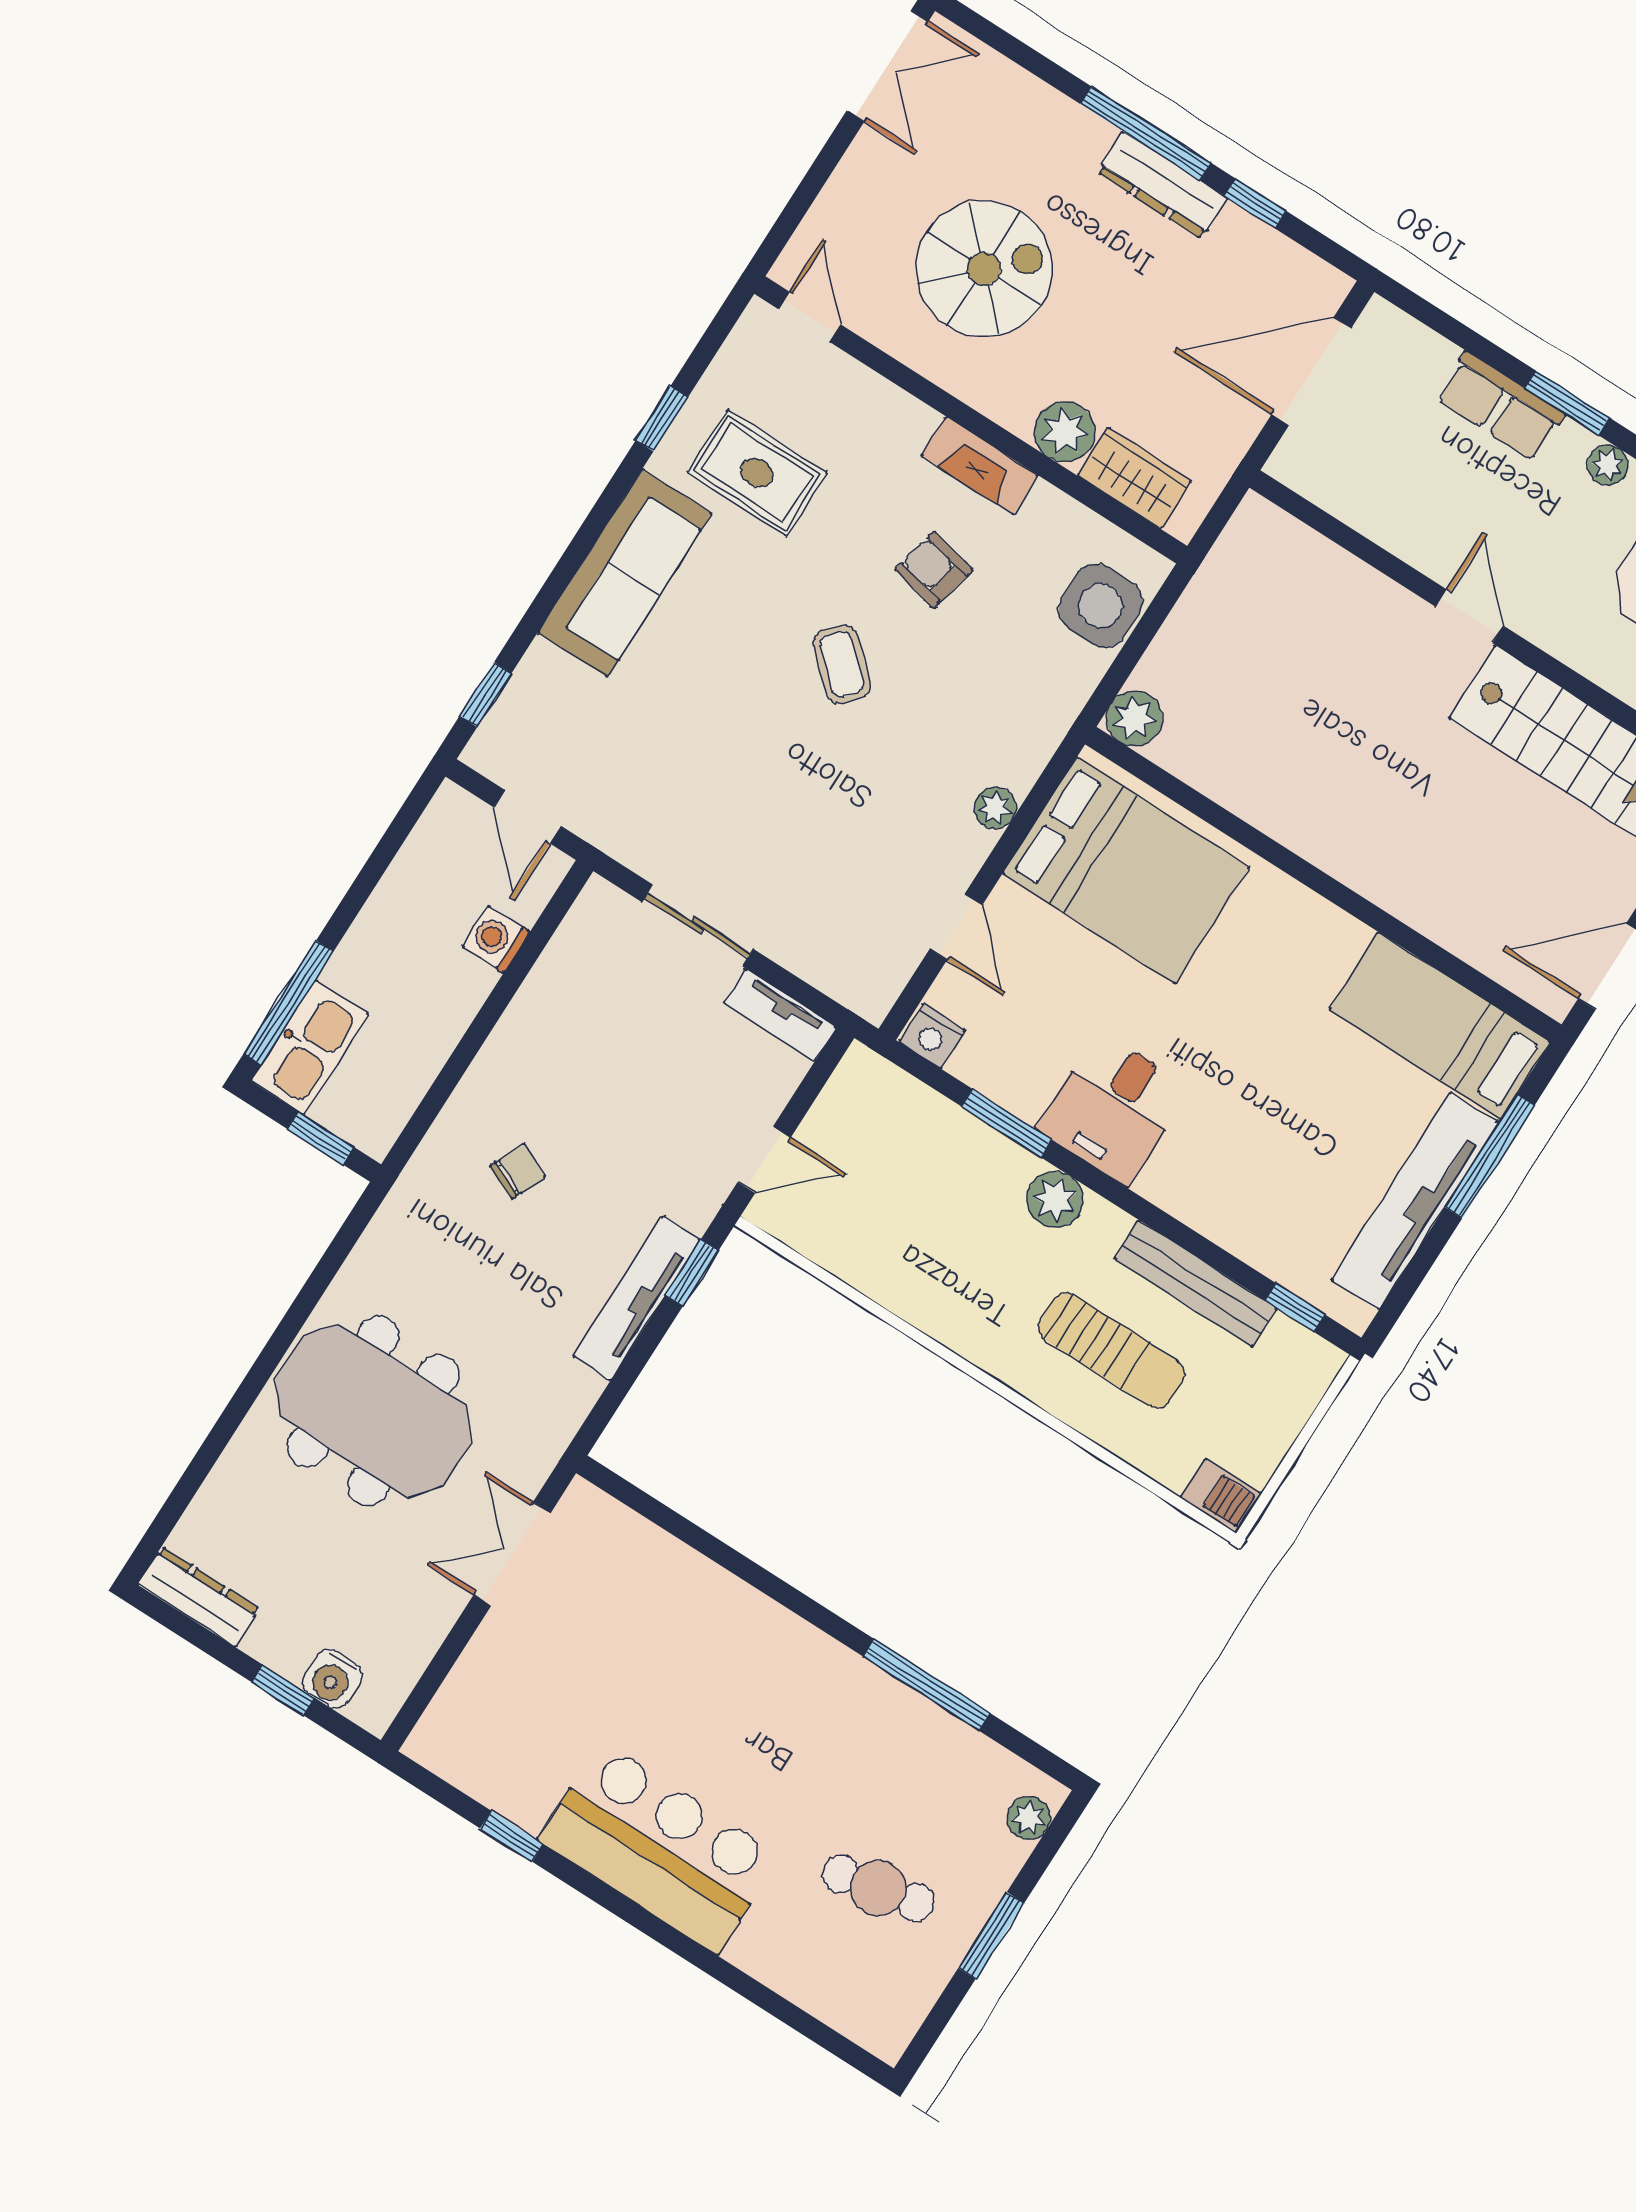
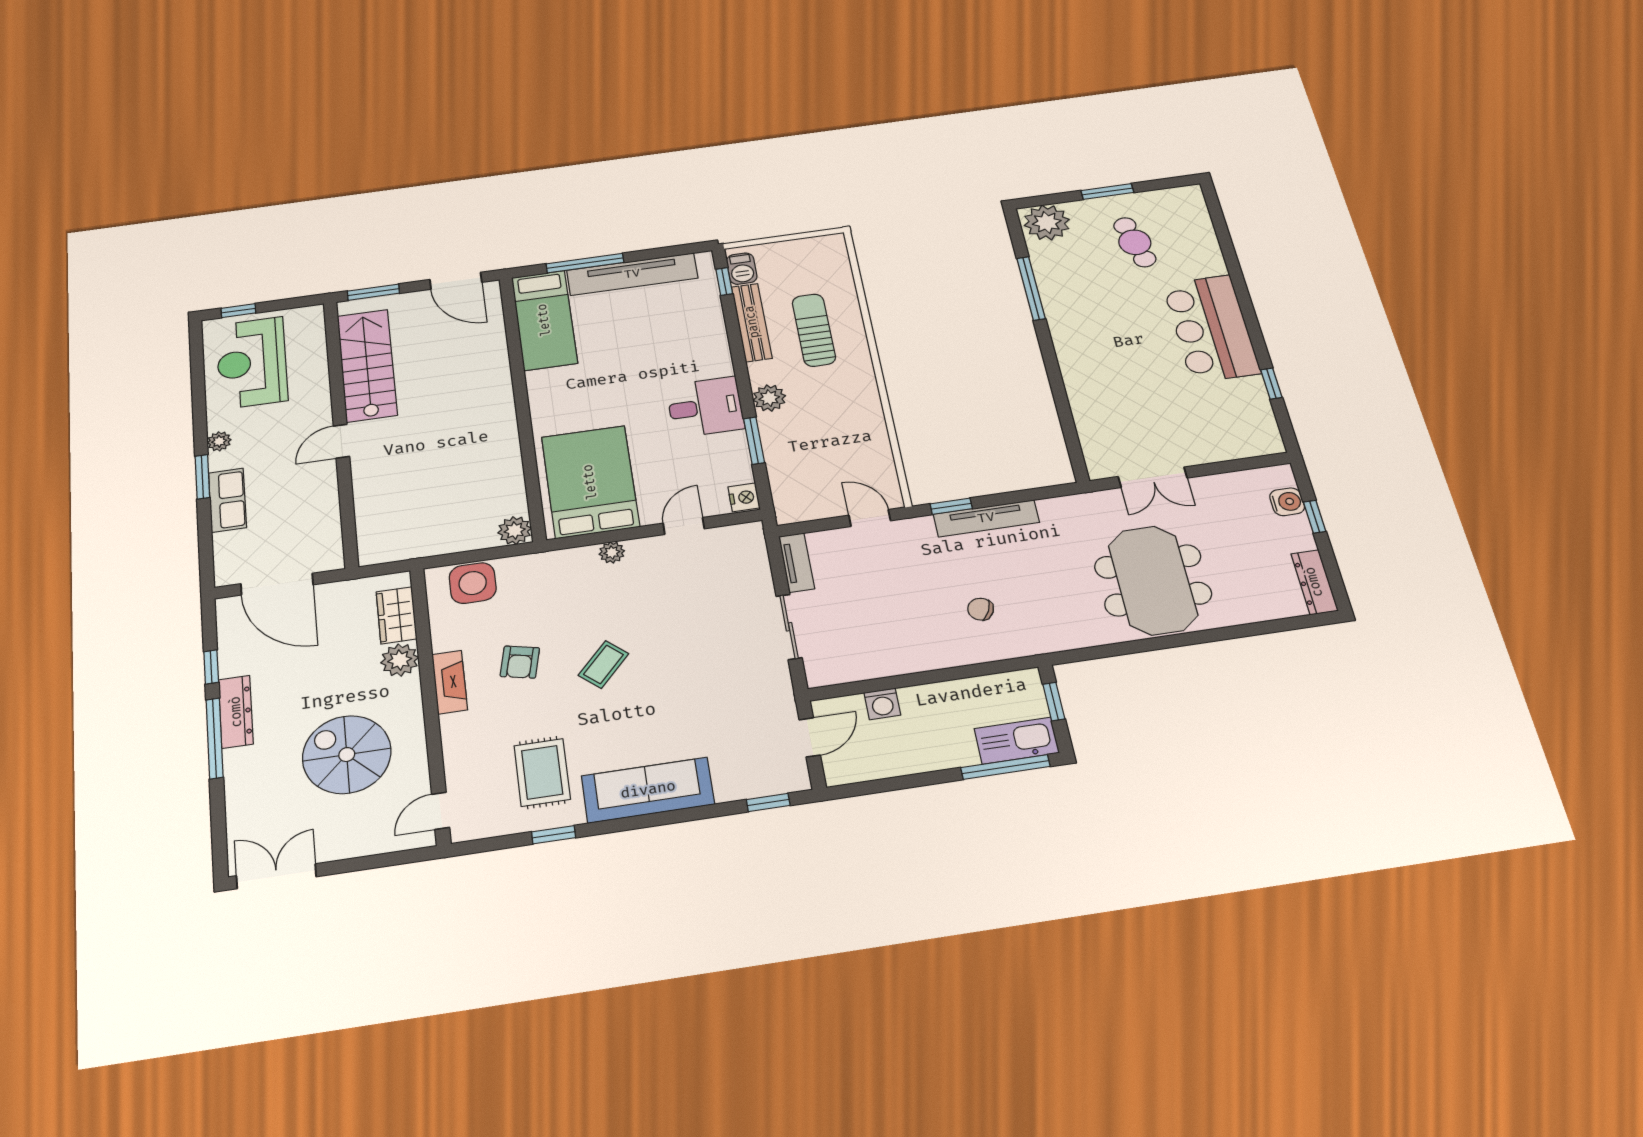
barbecue: (1221, 1496) -> (742, 269), moved, turned 180
plant: (1029, 1818) -> (1047, 222), width x1.87, depth x1.87

